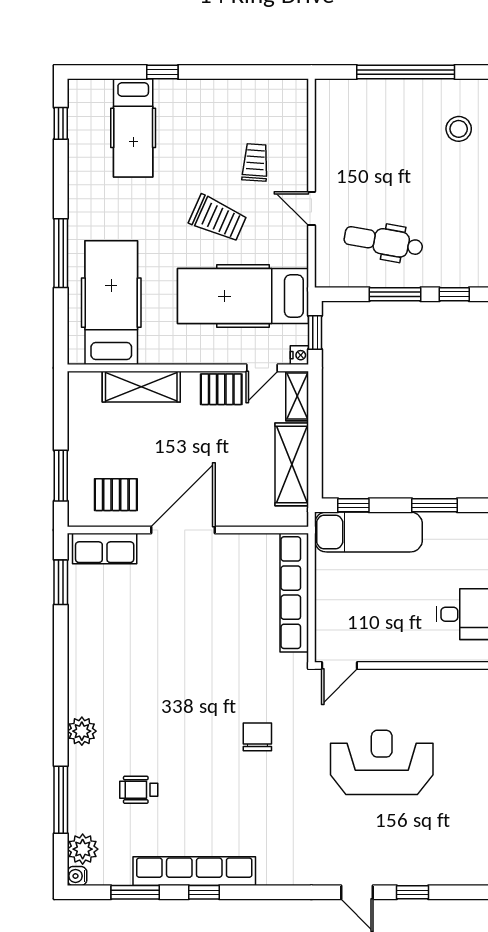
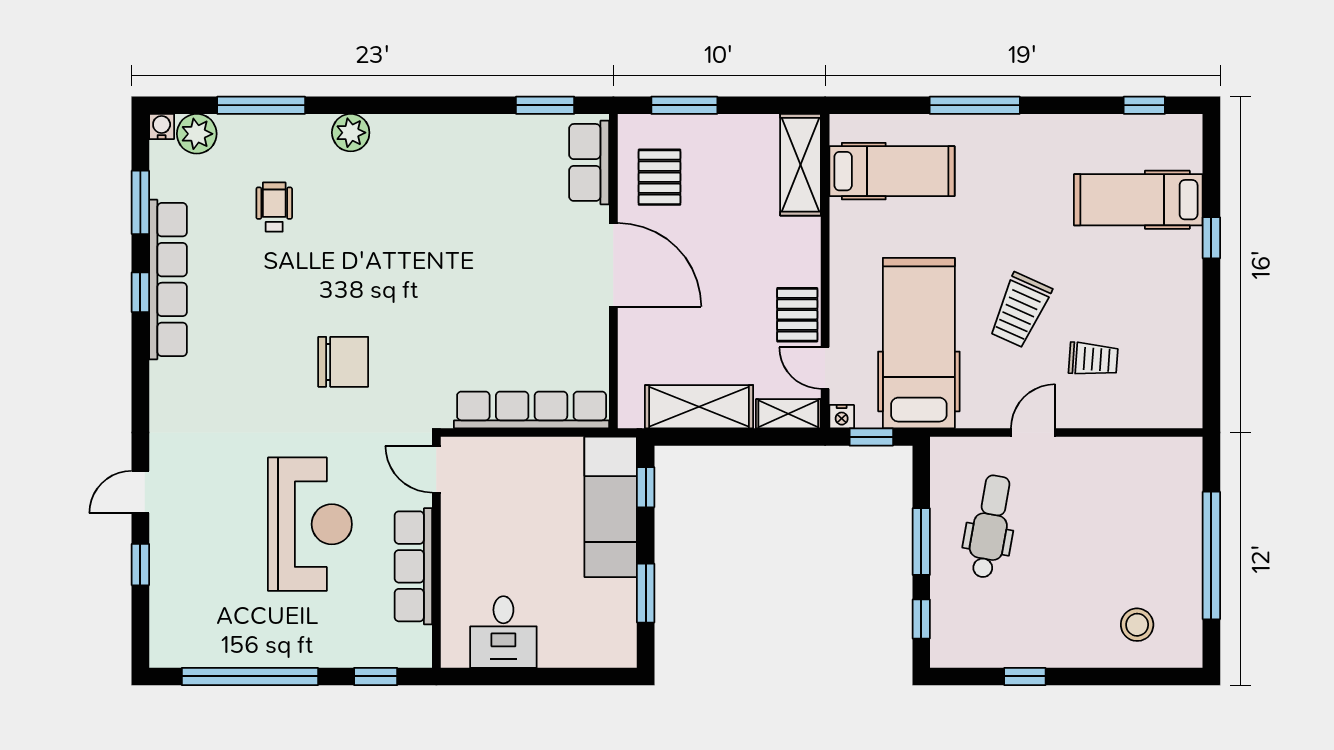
hospital bed: (111, 303) -> (892, 171), width x0.73, depth x0.78
shelving: (141, 387) -> (801, 165), moved
row of seats: (414, 683) -> (413, 566), added
chair: (257, 737) -> (343, 362), width x1.37, depth x1.37

